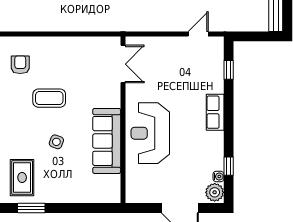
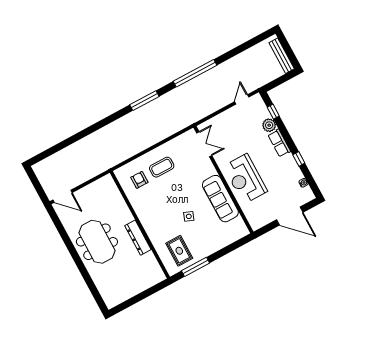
coffee table: (49, 98) -> (162, 167), moved
window: (229, 166) -> (299, 159), moved
plant: (215, 192) -> (269, 125), moved
window: (31, 208) -> (196, 267), width x1.44

